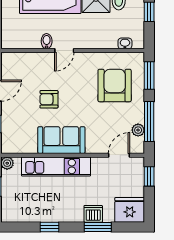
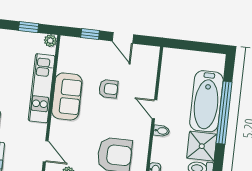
bidet: (47, 41) -> (161, 131), moved
armchair: (49, 99) -> (108, 89), turned 90

